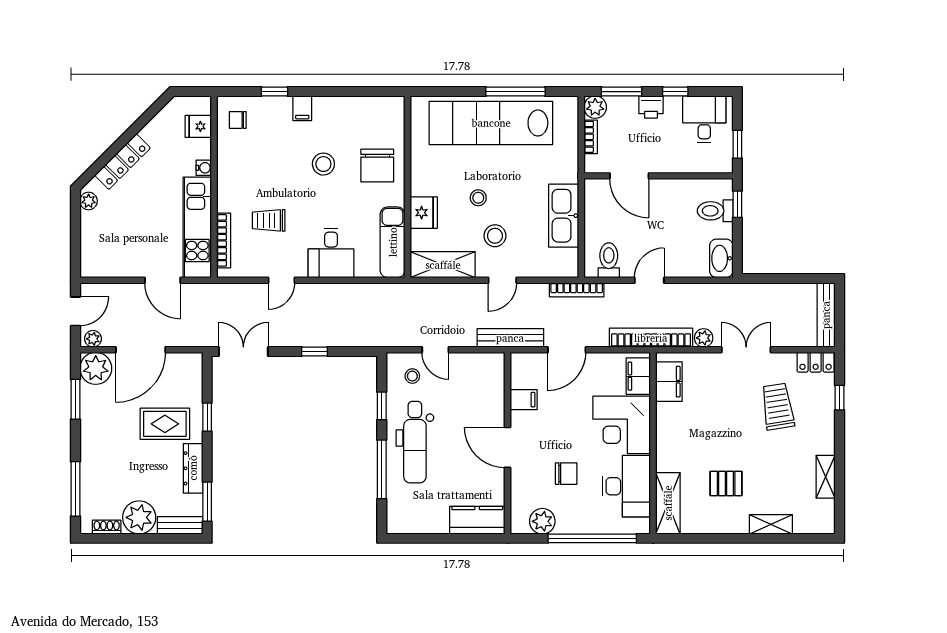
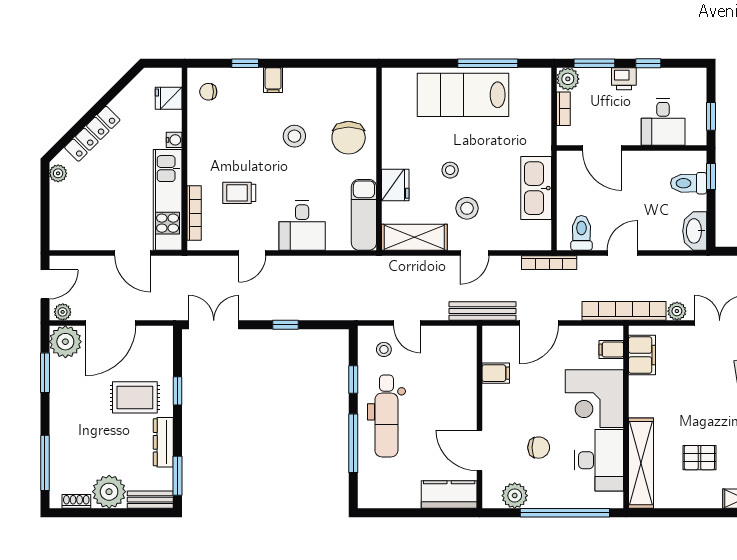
desk: (704, 119) -> (663, 122), moved, turned 180
lab bench: (491, 123) -> (463, 95), width x0.73
filing cabinet: (638, 376) -> (611, 350), width x0.50
door: (507, 447) -> (480, 451), moved
shelving: (668, 503) -> (641, 463), width x1.47

